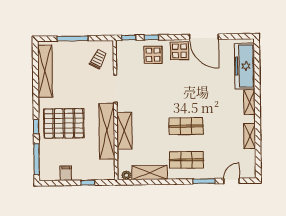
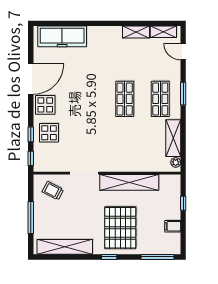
shelving: (249, 102) -> (163, 32), moved
window: (36, 127) -> (109, 257), moved
shelving: (124, 131) -> (129, 164), removed
window: (204, 181) -> (183, 94), moved

